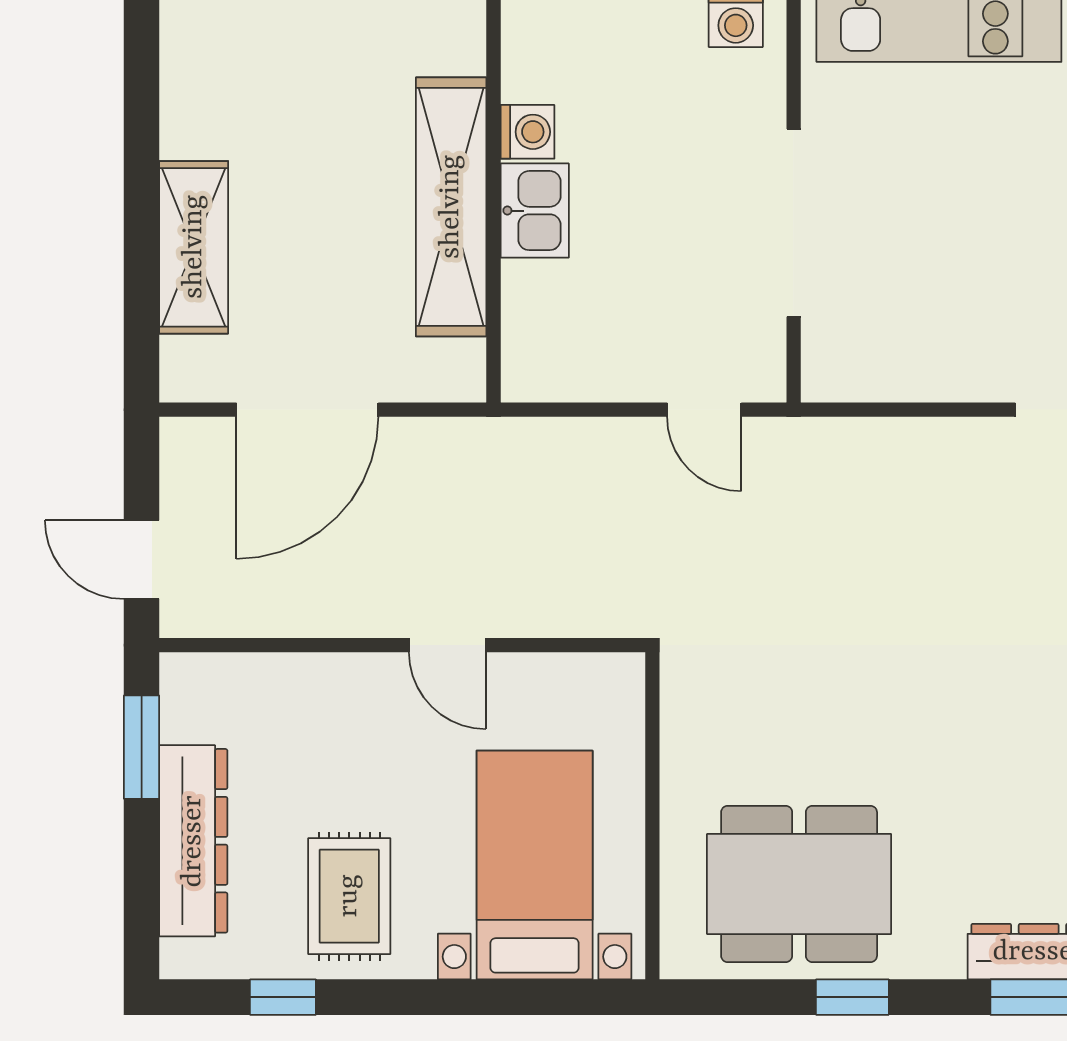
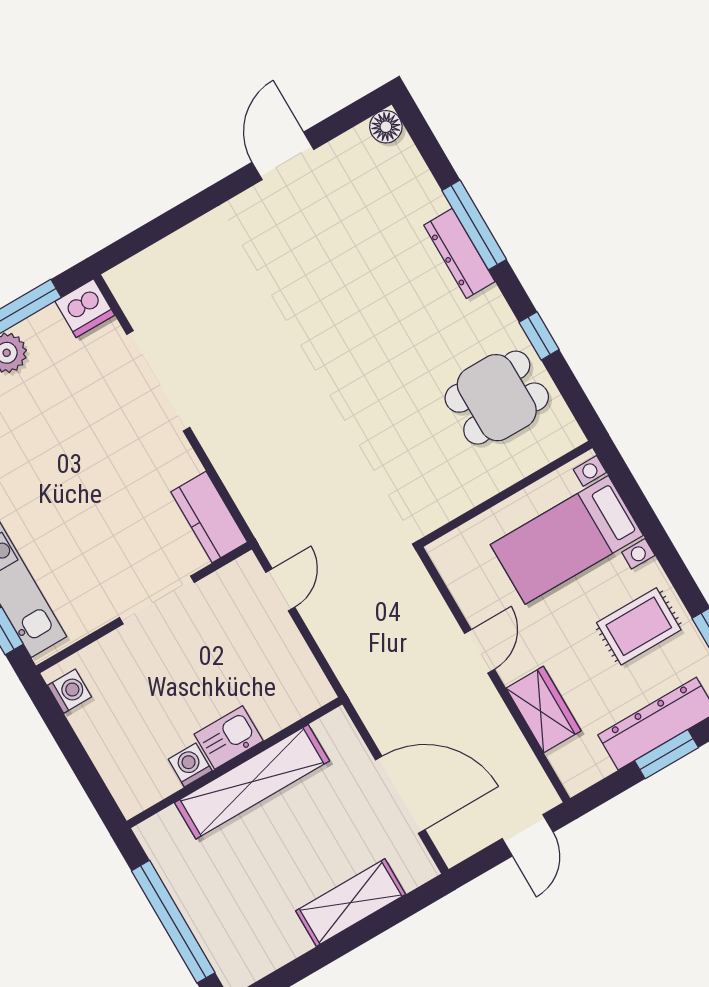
doorway: (794, 223) -> (157, 600), width x0.73
kitchen counter: (869, 368) -> (209, 517), added
wardrobe: (310, 688) -> (544, 709), added
window: (142, 747) -> (667, 754), moved
dining table: (799, 884) -> (497, 398), width x0.73

